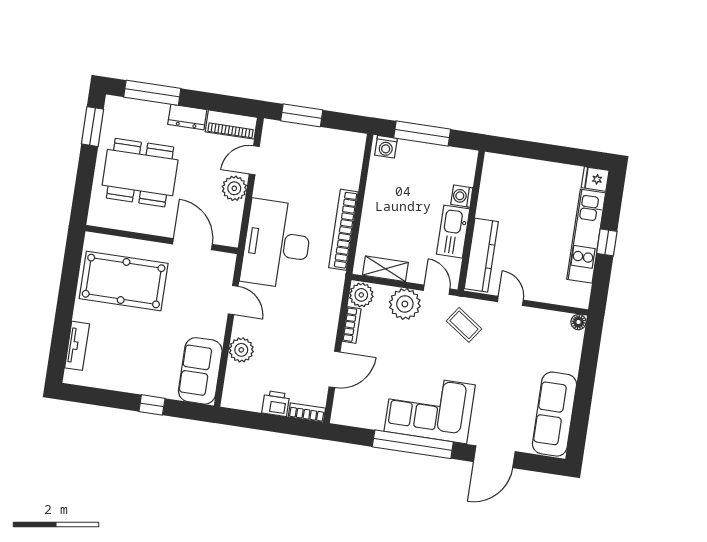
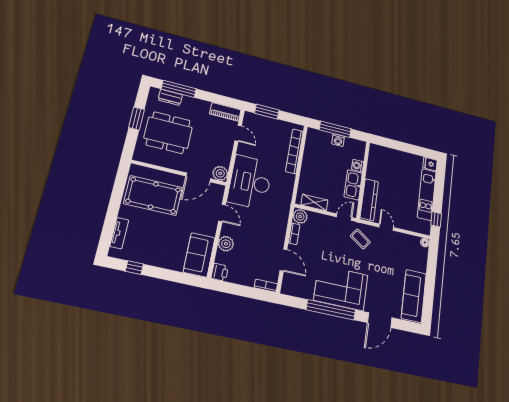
dresser: (187, 117) -> (170, 97), moved
window: (92, 127) -> (137, 119), moved
washing machine: (386, 147) -> (338, 140), moved
door: (254, 160) -> (238, 133), swing flipped
plant: (234, 188) -> (220, 173), moved
bookcase: (343, 230) -> (294, 151), moved
window: (607, 242) -> (436, 219), moved
door: (192, 244) -> (198, 177), swing flipped
door: (437, 290) -> (344, 217), hinge flipped
plant: (405, 304) -> (326, 224), removed
door: (335, 369) -> (283, 260), hinge flipped
printer: (276, 404) -> (220, 272), moved, turned 90
window: (152, 405) -> (134, 268), moved

